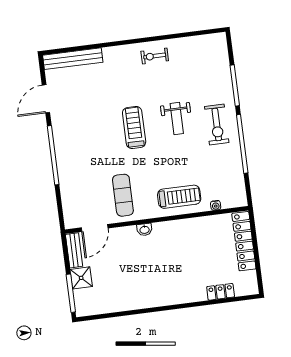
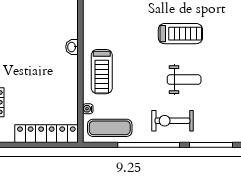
weight bench: (177, 119) -> (184, 80), turned 180
exercise mat: (123, 195) -> (110, 128), moved
washbasin: (144, 230) -> (72, 47), moved

